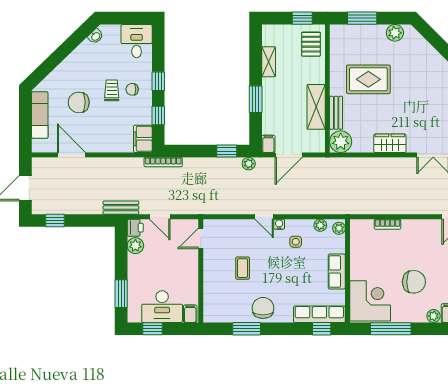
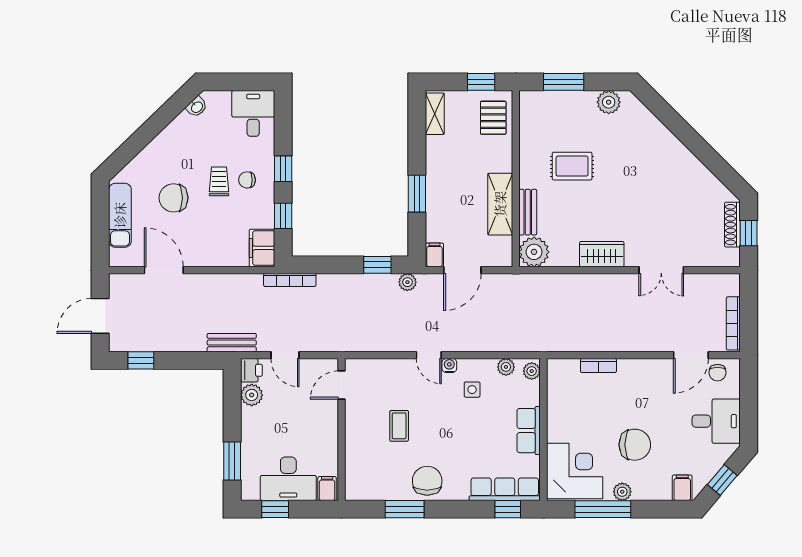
shelving: (269, 62) -> (435, 114), moved
rug: (368, 79) -> (572, 166), width x0.73, depth x0.70
plant: (433, 316) -> (622, 492), moved

